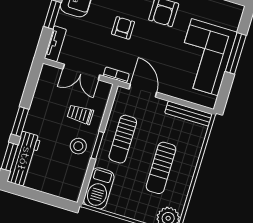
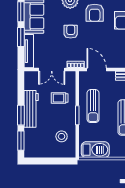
tv unit: (55, 44) -> (29, 51), width x1.41
stool: (78, 146) -> (62, 136), moved
workbench: (24, 159) -> (31, 109), moved
barbecue: (99, 188) -> (95, 150), moved, turned -90

